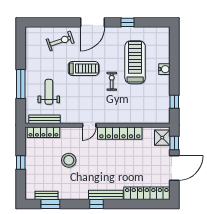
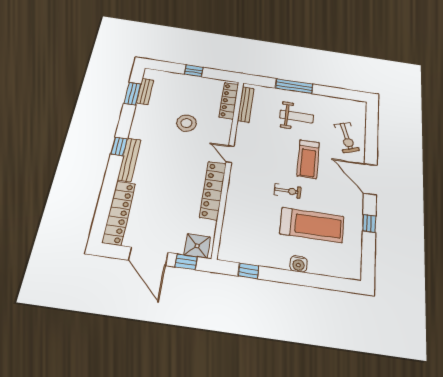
weight bench: (49, 92) -> (297, 116), moved

